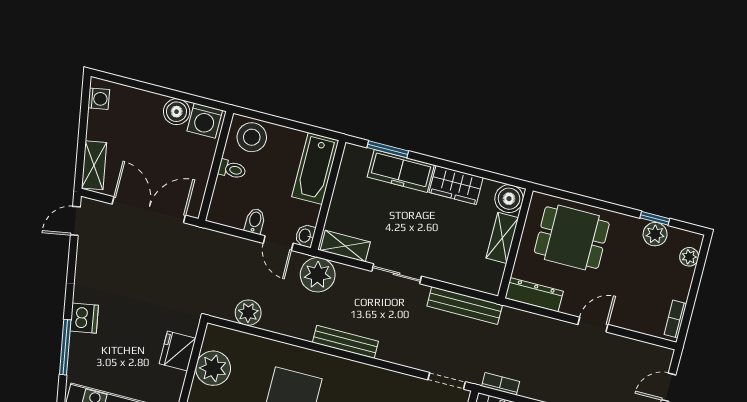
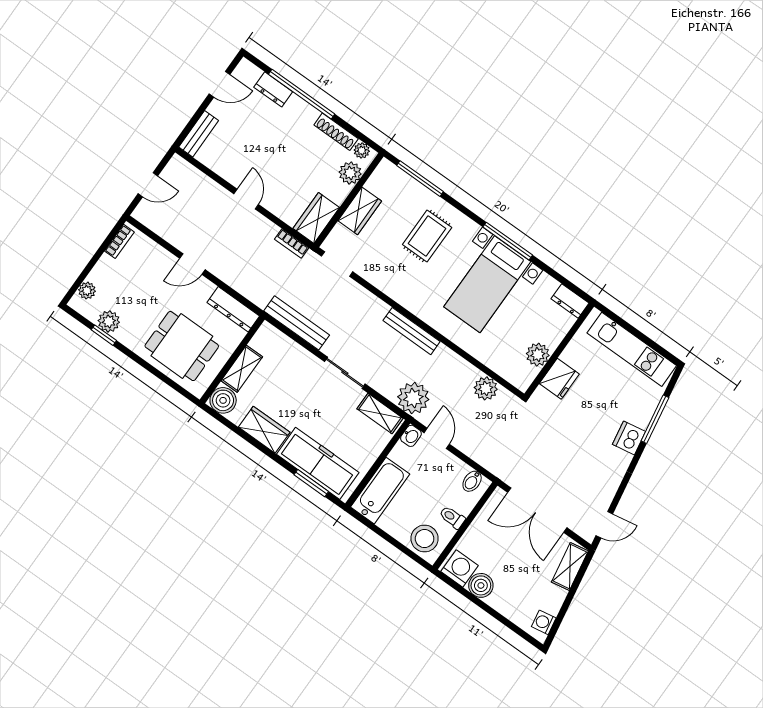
freezer: (401, 171) -> (318, 463), width x1.36, depth x1.26
bidet: (255, 221) -> (472, 481), moved
plant: (213, 368) -> (538, 355), width x0.73, depth x0.73

